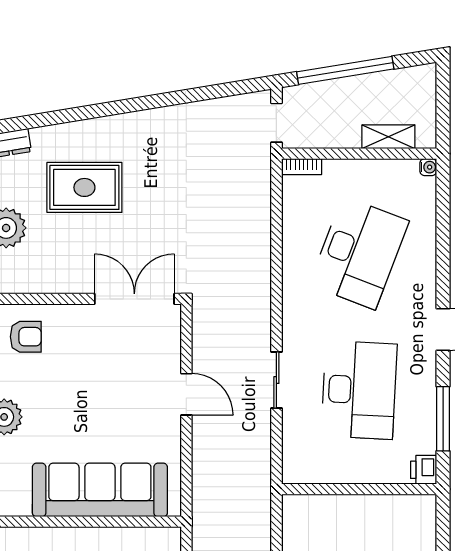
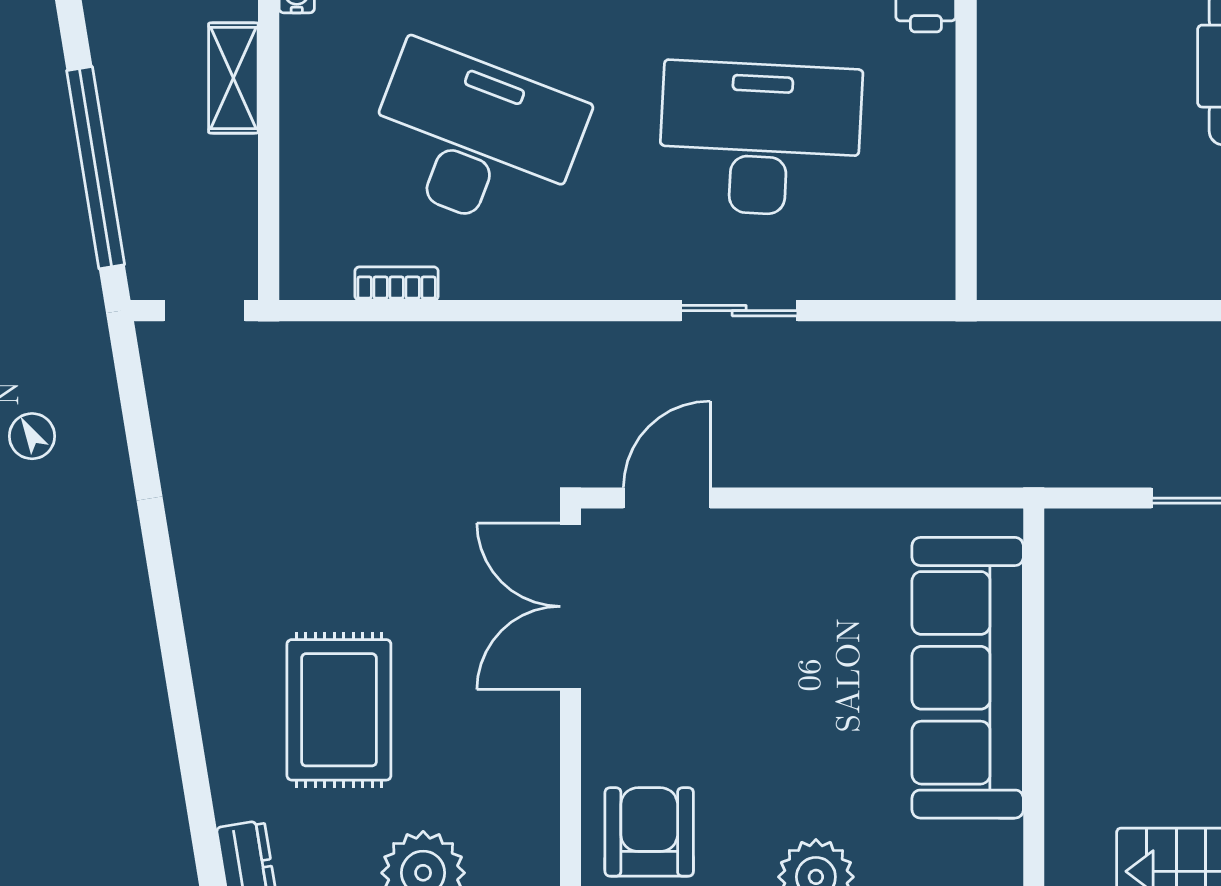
bookcase: (302, 167) -> (397, 284), moved, turned -90
armchair: (26, 337) -> (649, 832), width x1.38, depth x1.38
door: (186, 394) -> (667, 498), moved

